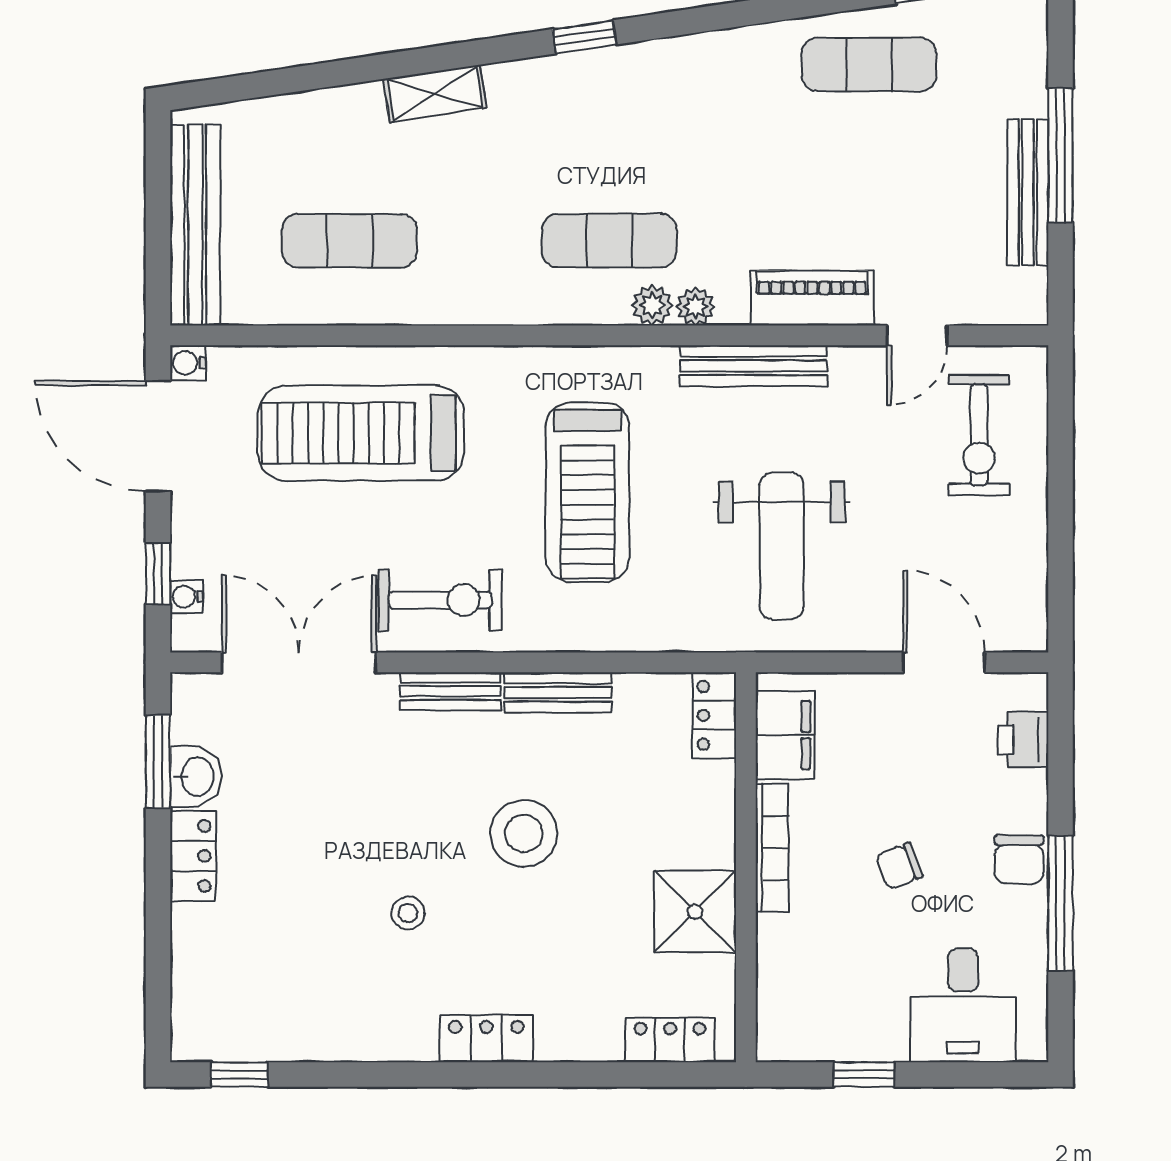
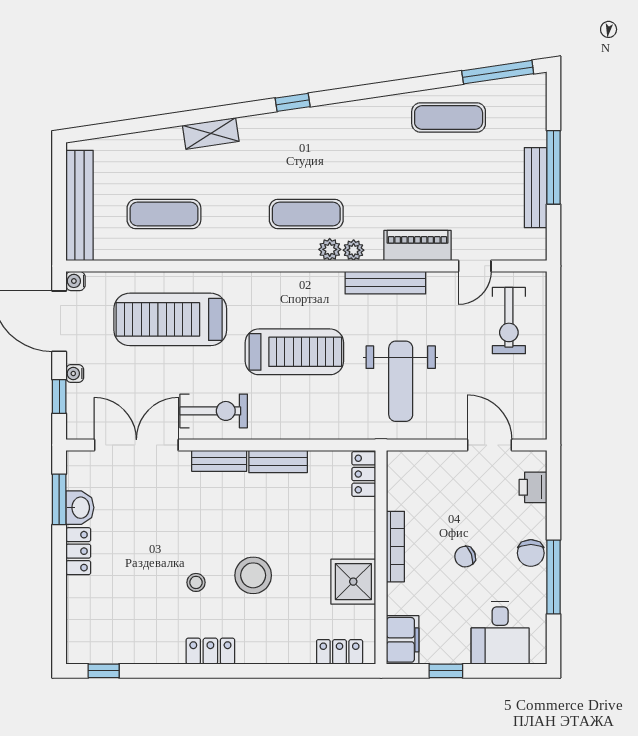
treadmill: (588, 492) -> (294, 352), turned -90
water cooler: (187, 597) -> (75, 373), moved
filing cabinet: (785, 735) -> (403, 640), moved
stool: (524, 833) -> (253, 575), moved
locker: (486, 1039) -> (210, 651), moved

